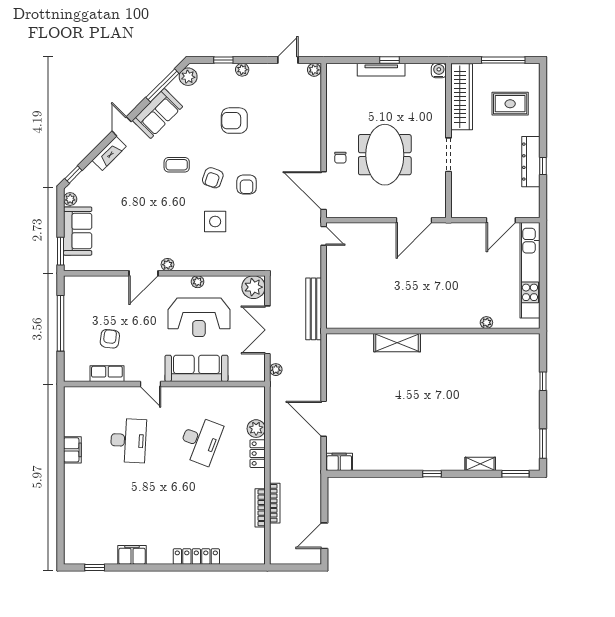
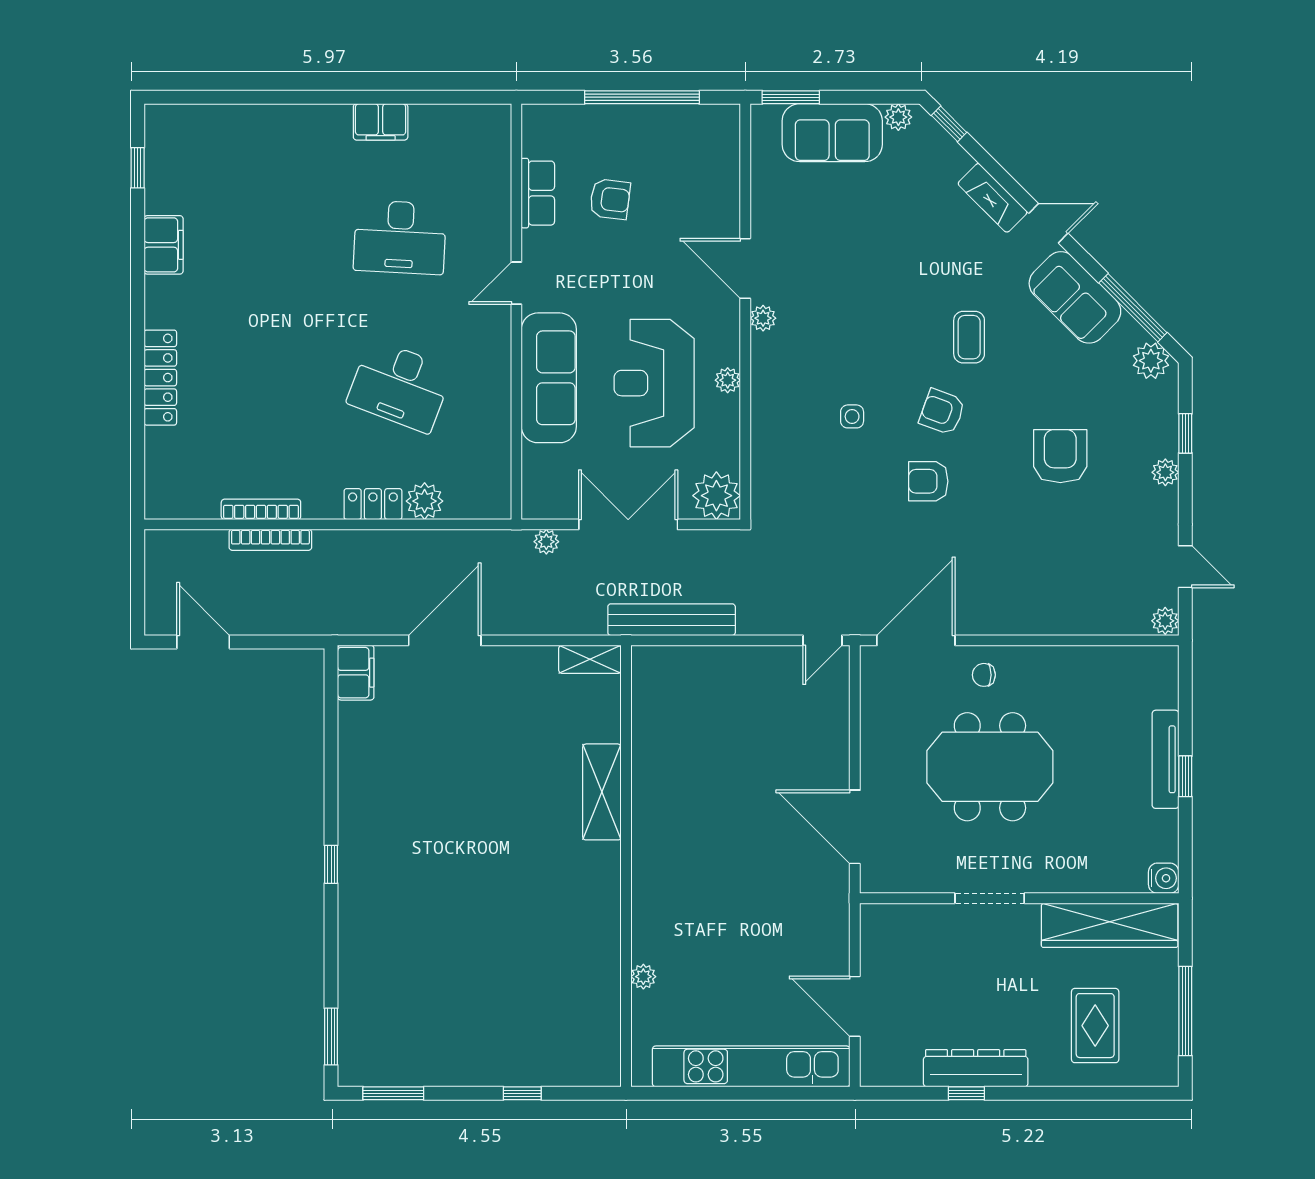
side table: (215, 221) -> (852, 416), width x0.54, depth x0.54
shelving: (480, 464) -> (590, 659), moved, turned 90

